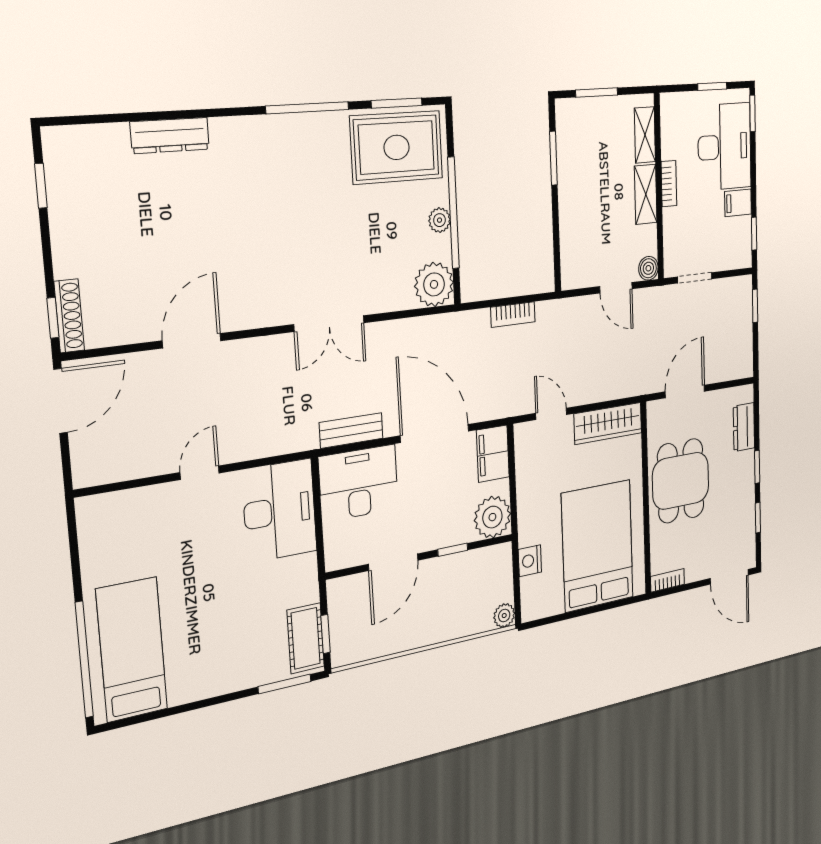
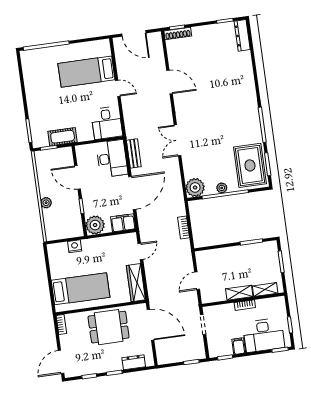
dresser: (170, 136) -> (242, 35), moved
boiler: (648, 268) -> (206, 298), removed
door: (685, 391) -> (151, 325), width x1.36
door: (61, 401) -> (134, 33), moved
desk: (280, 511) -> (107, 123), width x0.73
bed: (598, 546) -> (81, 289), width x0.67
plant: (504, 616) -> (46, 203), moved
cot: (306, 638) -> (63, 137), moved
bed: (132, 650) -> (86, 72), moved, turned 180

